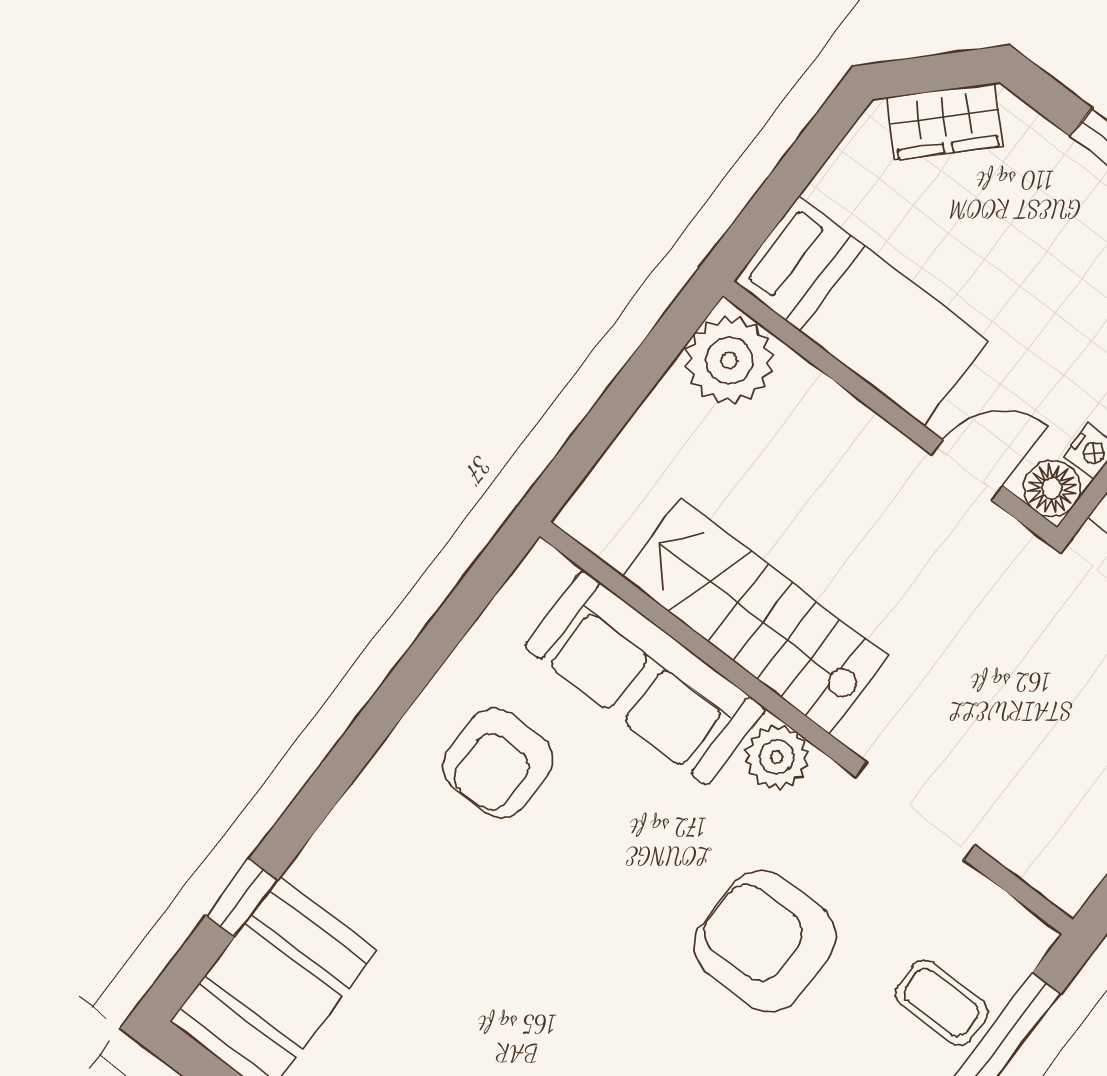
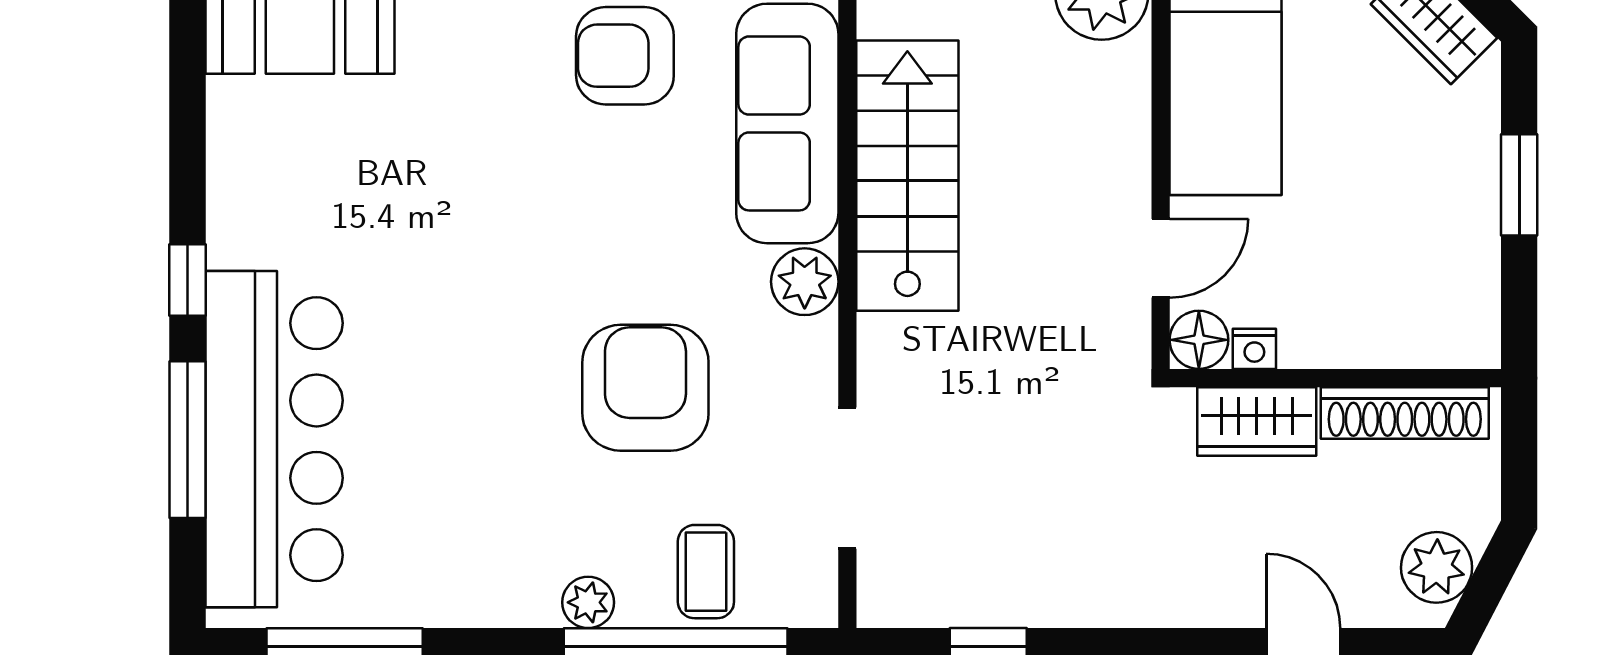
door: (967, 470) -> (1161, 258), hinge flipped
doorway: (915, 811) -> (847, 478), moved

